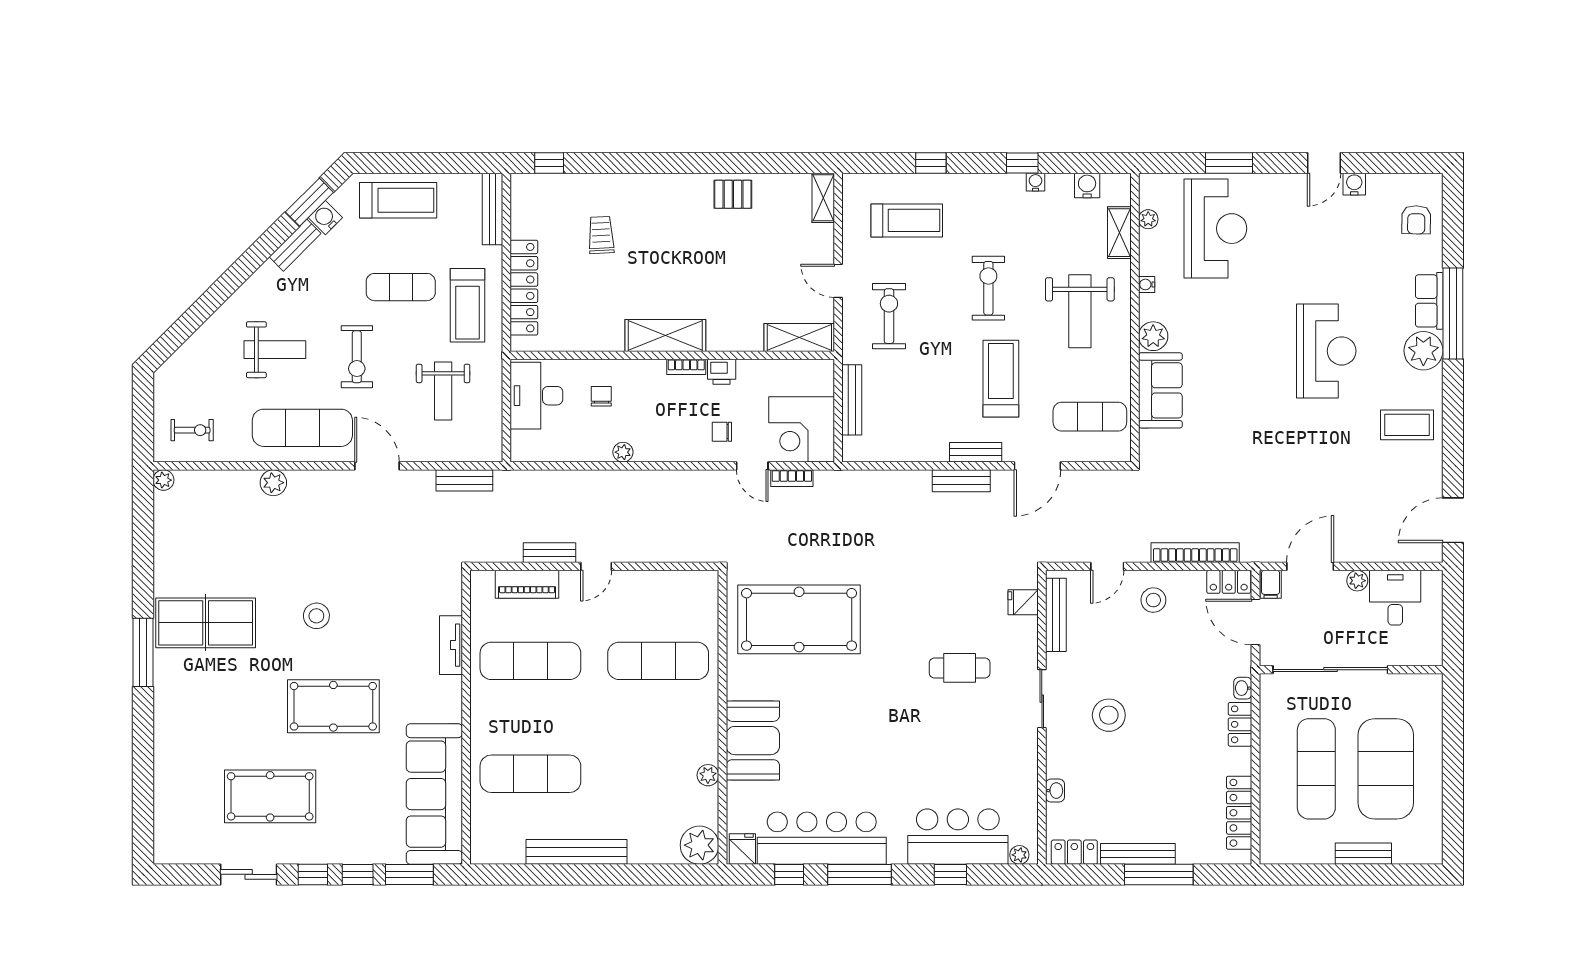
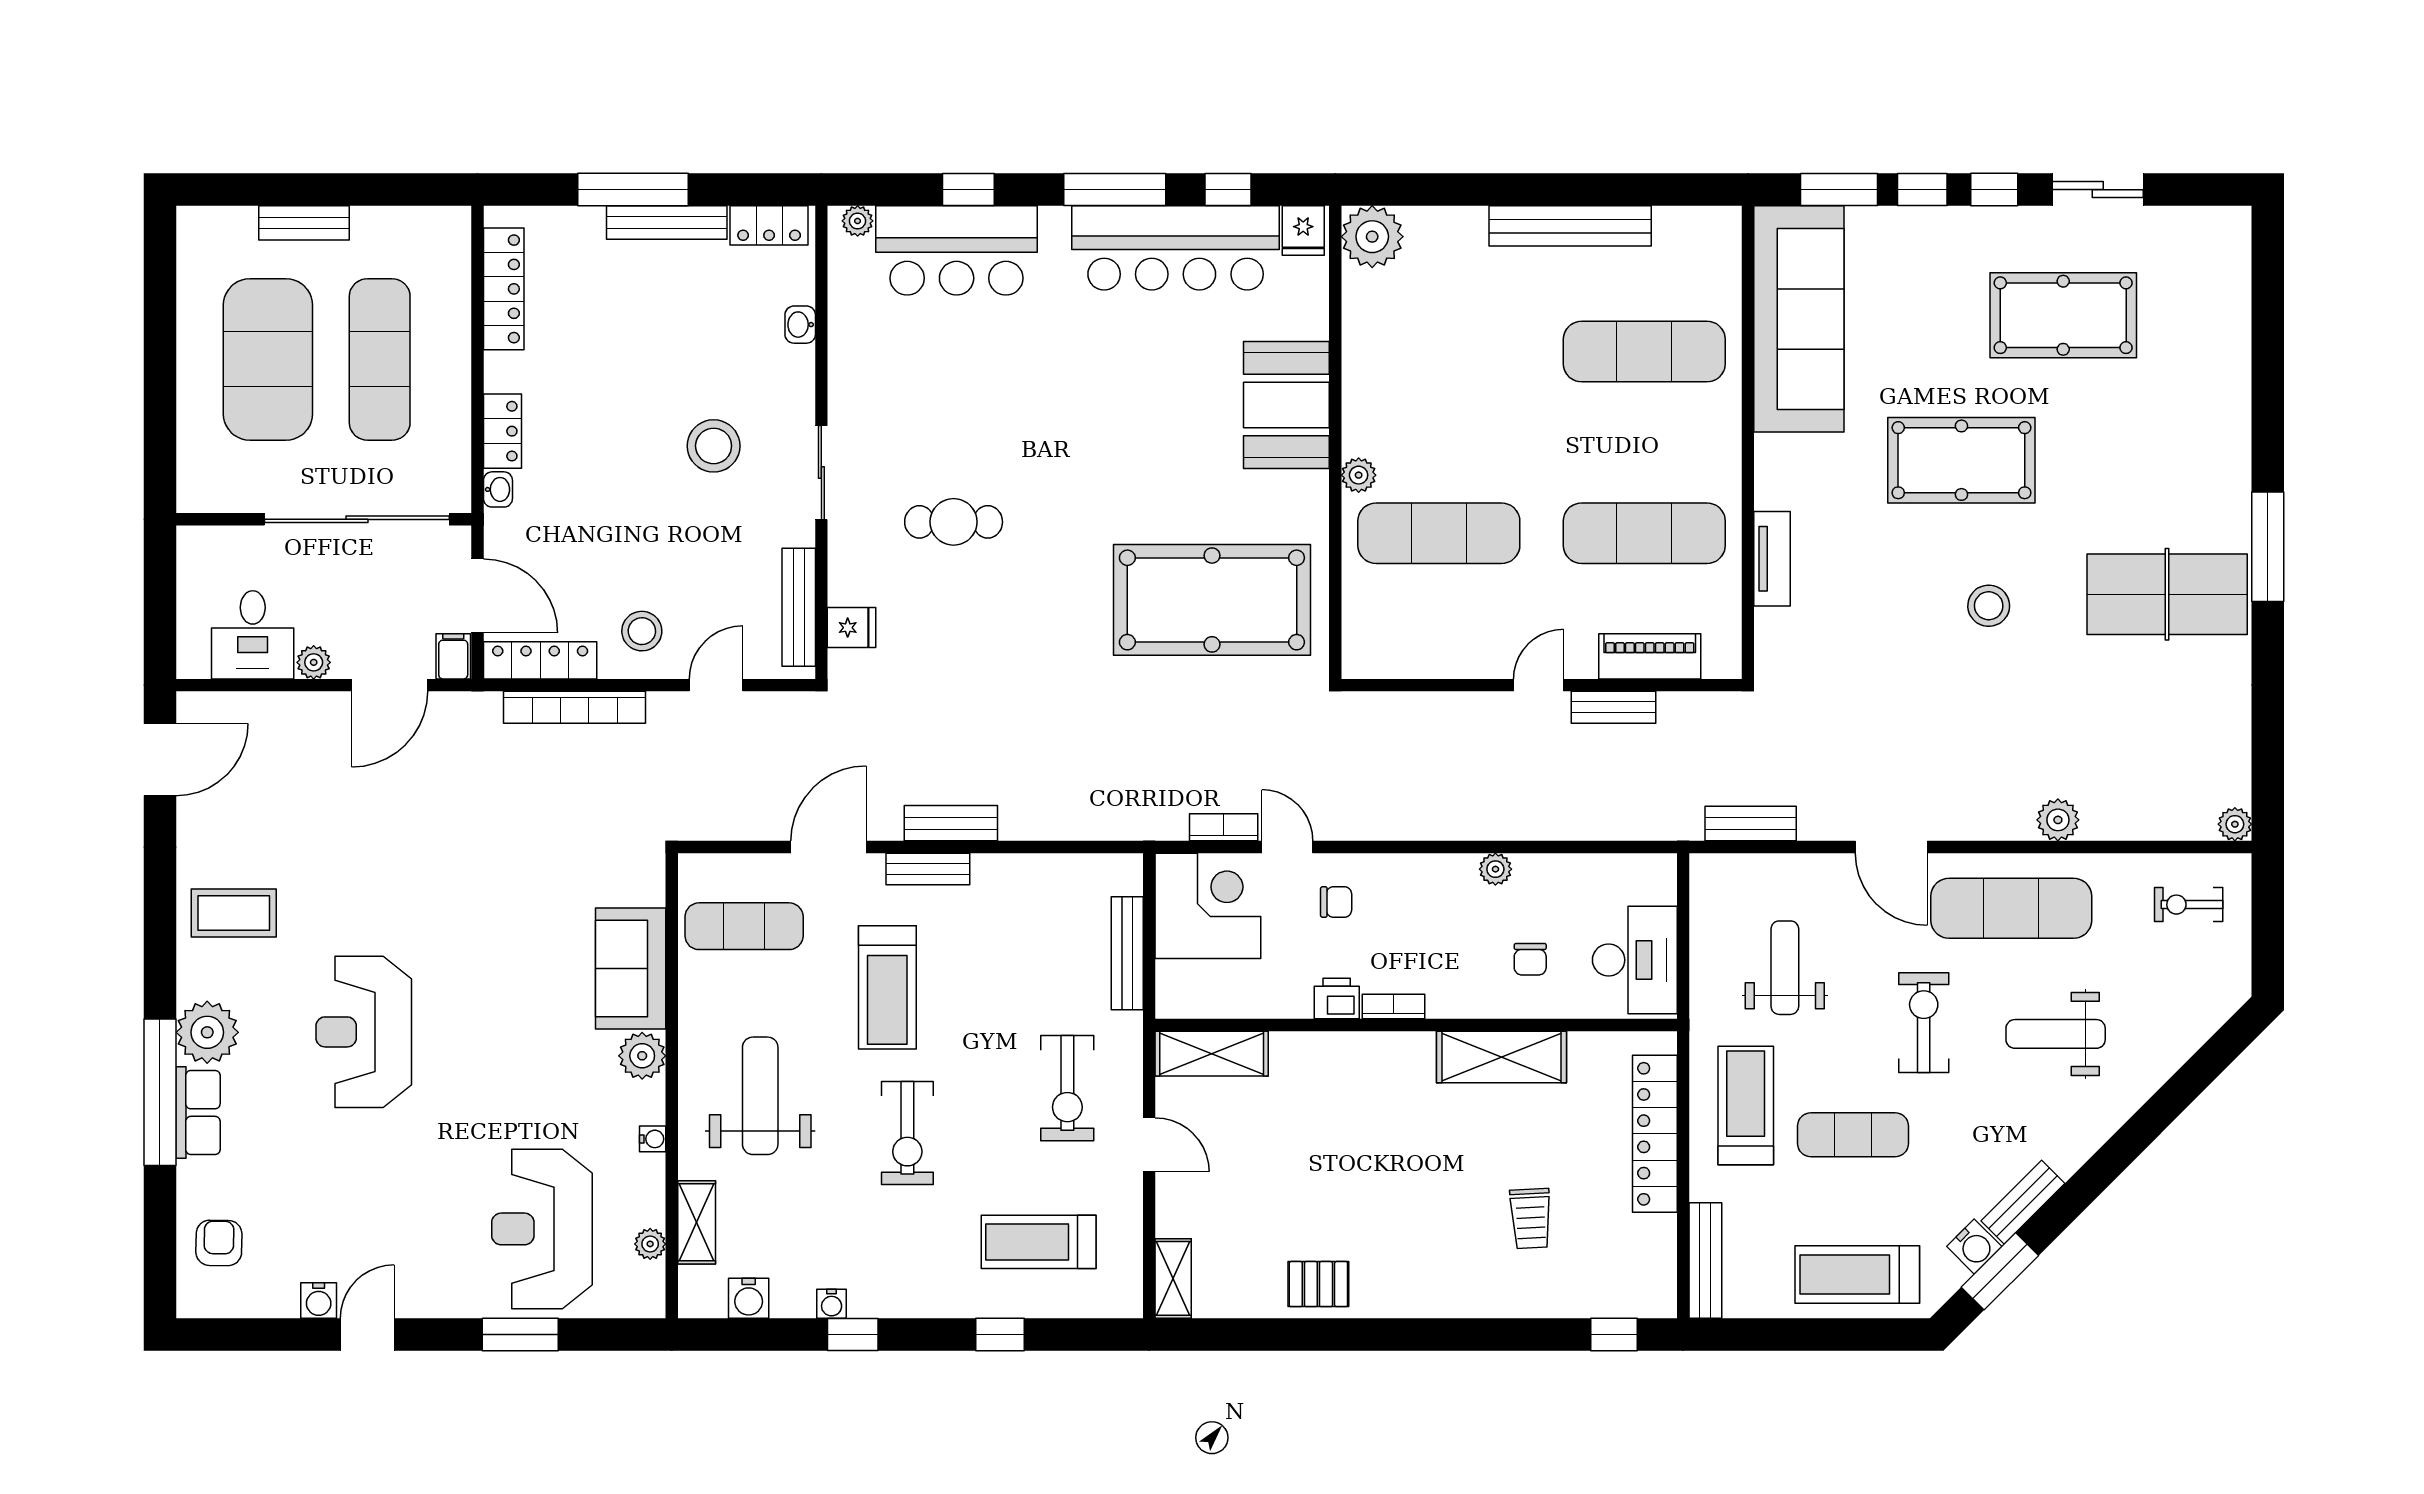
shelving: (665, 335) -> (1502, 1057), moved
locker: (1229, 582) -> (540, 660), width x1.53
plant: (708, 775) -> (1359, 475), moved

